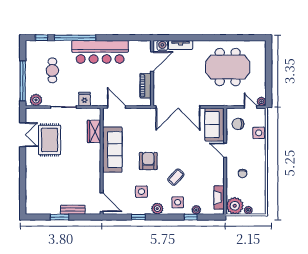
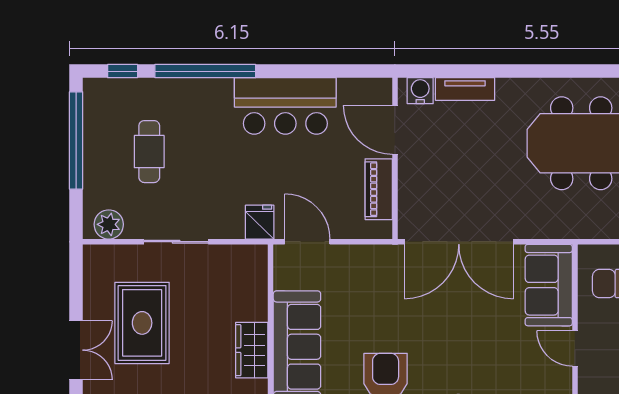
bar counter: (100, 52) -> (285, 106), width x0.73
door: (152, 62) -> (395, 130), swing flipped
window: (23, 81) -> (76, 140), moved
fridge: (84, 99) -> (260, 222), moved
wardrobe: (94, 131) -> (252, 350), moved
double door: (23, 135) -> (76, 350), moved

